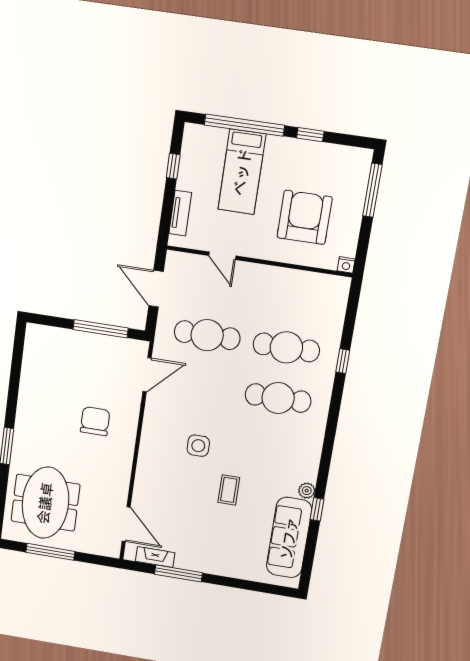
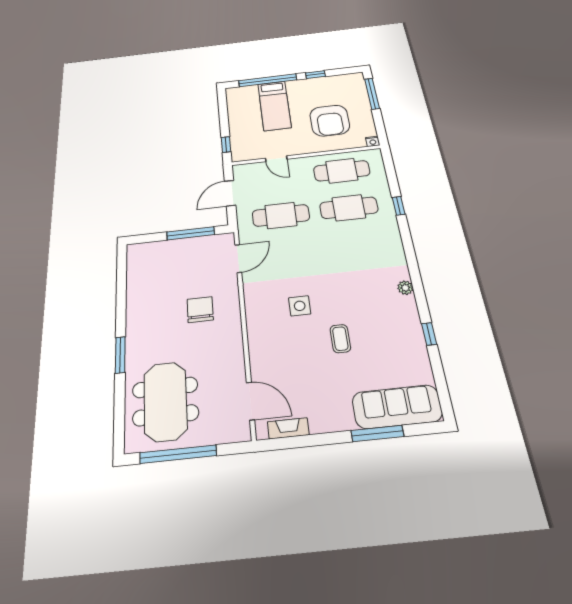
window: (173, 166) -> (226, 145), moved
tv unit: (180, 213) -> (236, 140), removed
armchair: (305, 217) -> (330, 121), turned 180
door: (156, 289) -> (230, 193), hinge flipped
cafe table: (278, 398) -> (342, 171), moved
plant: (307, 491) -> (405, 288), moved
sofa: (289, 538) -> (397, 407), moved, turned 90
window: (50, 552) -> (178, 454), width x1.46
window: (178, 573) -> (377, 433), moved

